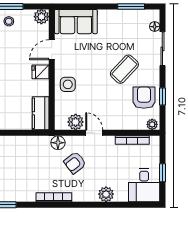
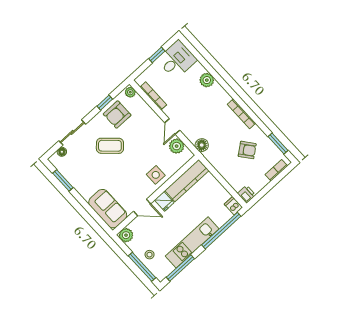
kitchen counter: (41, 113) -> (187, 181), width x1.50
armchair: (75, 163) -> (247, 150), moved

